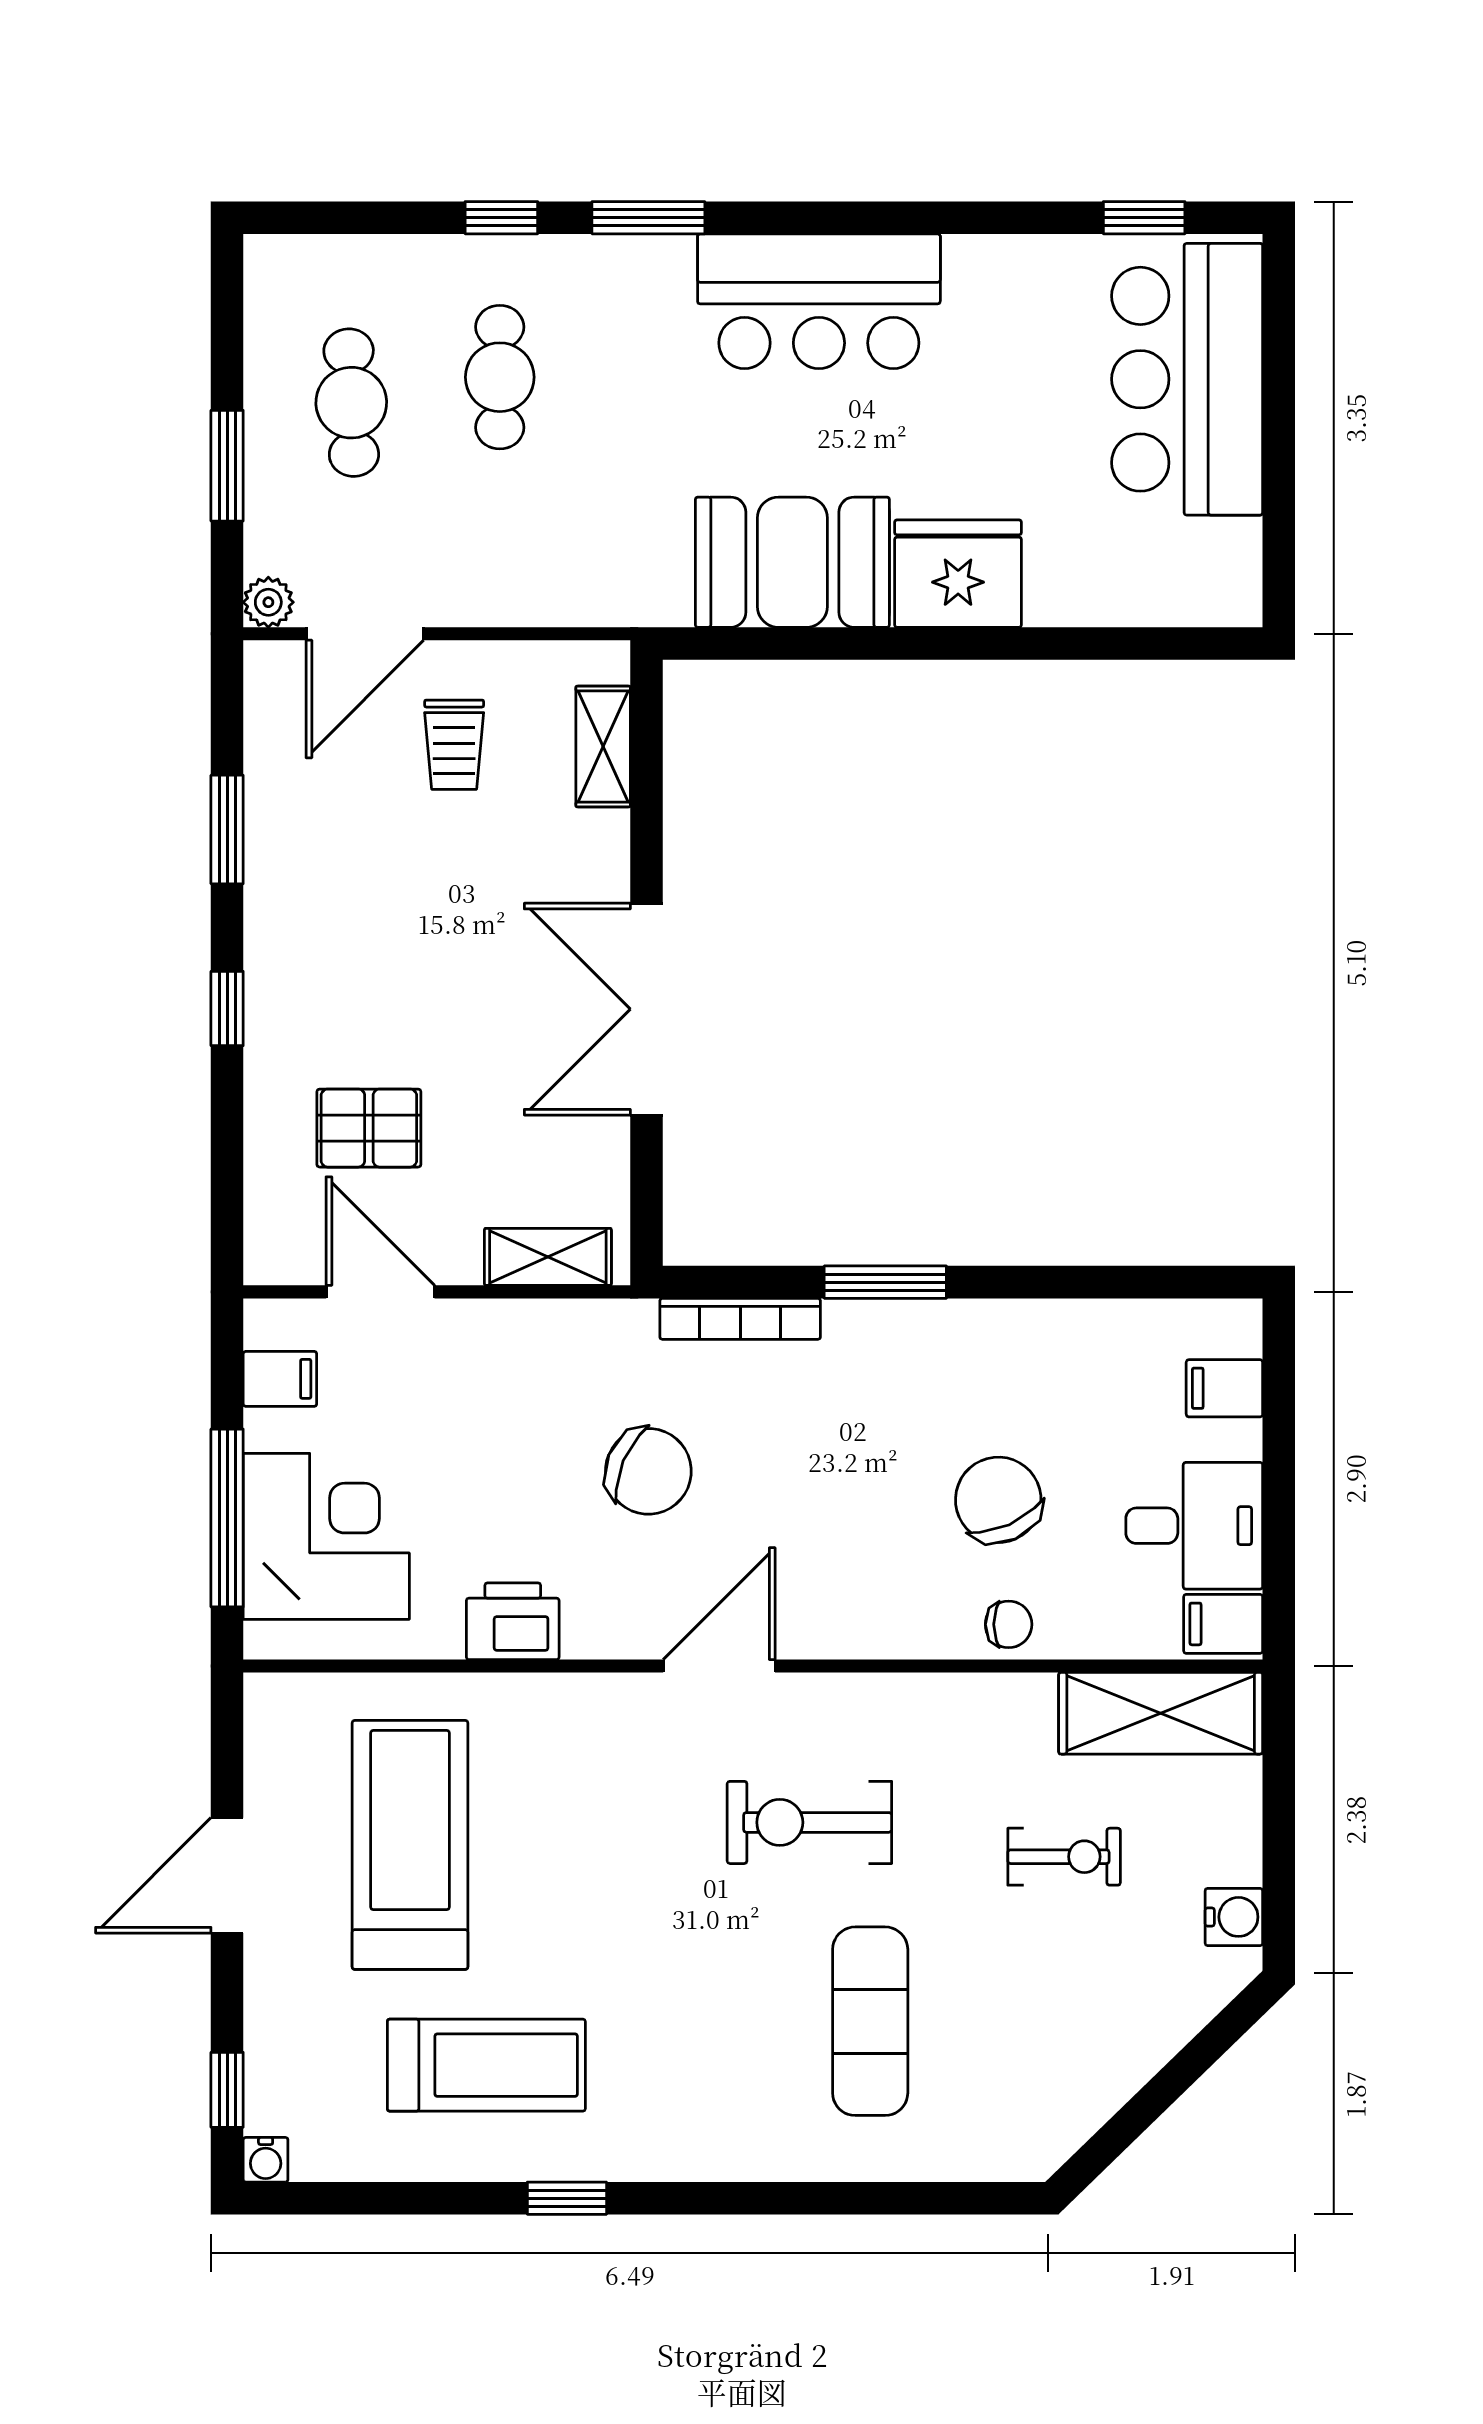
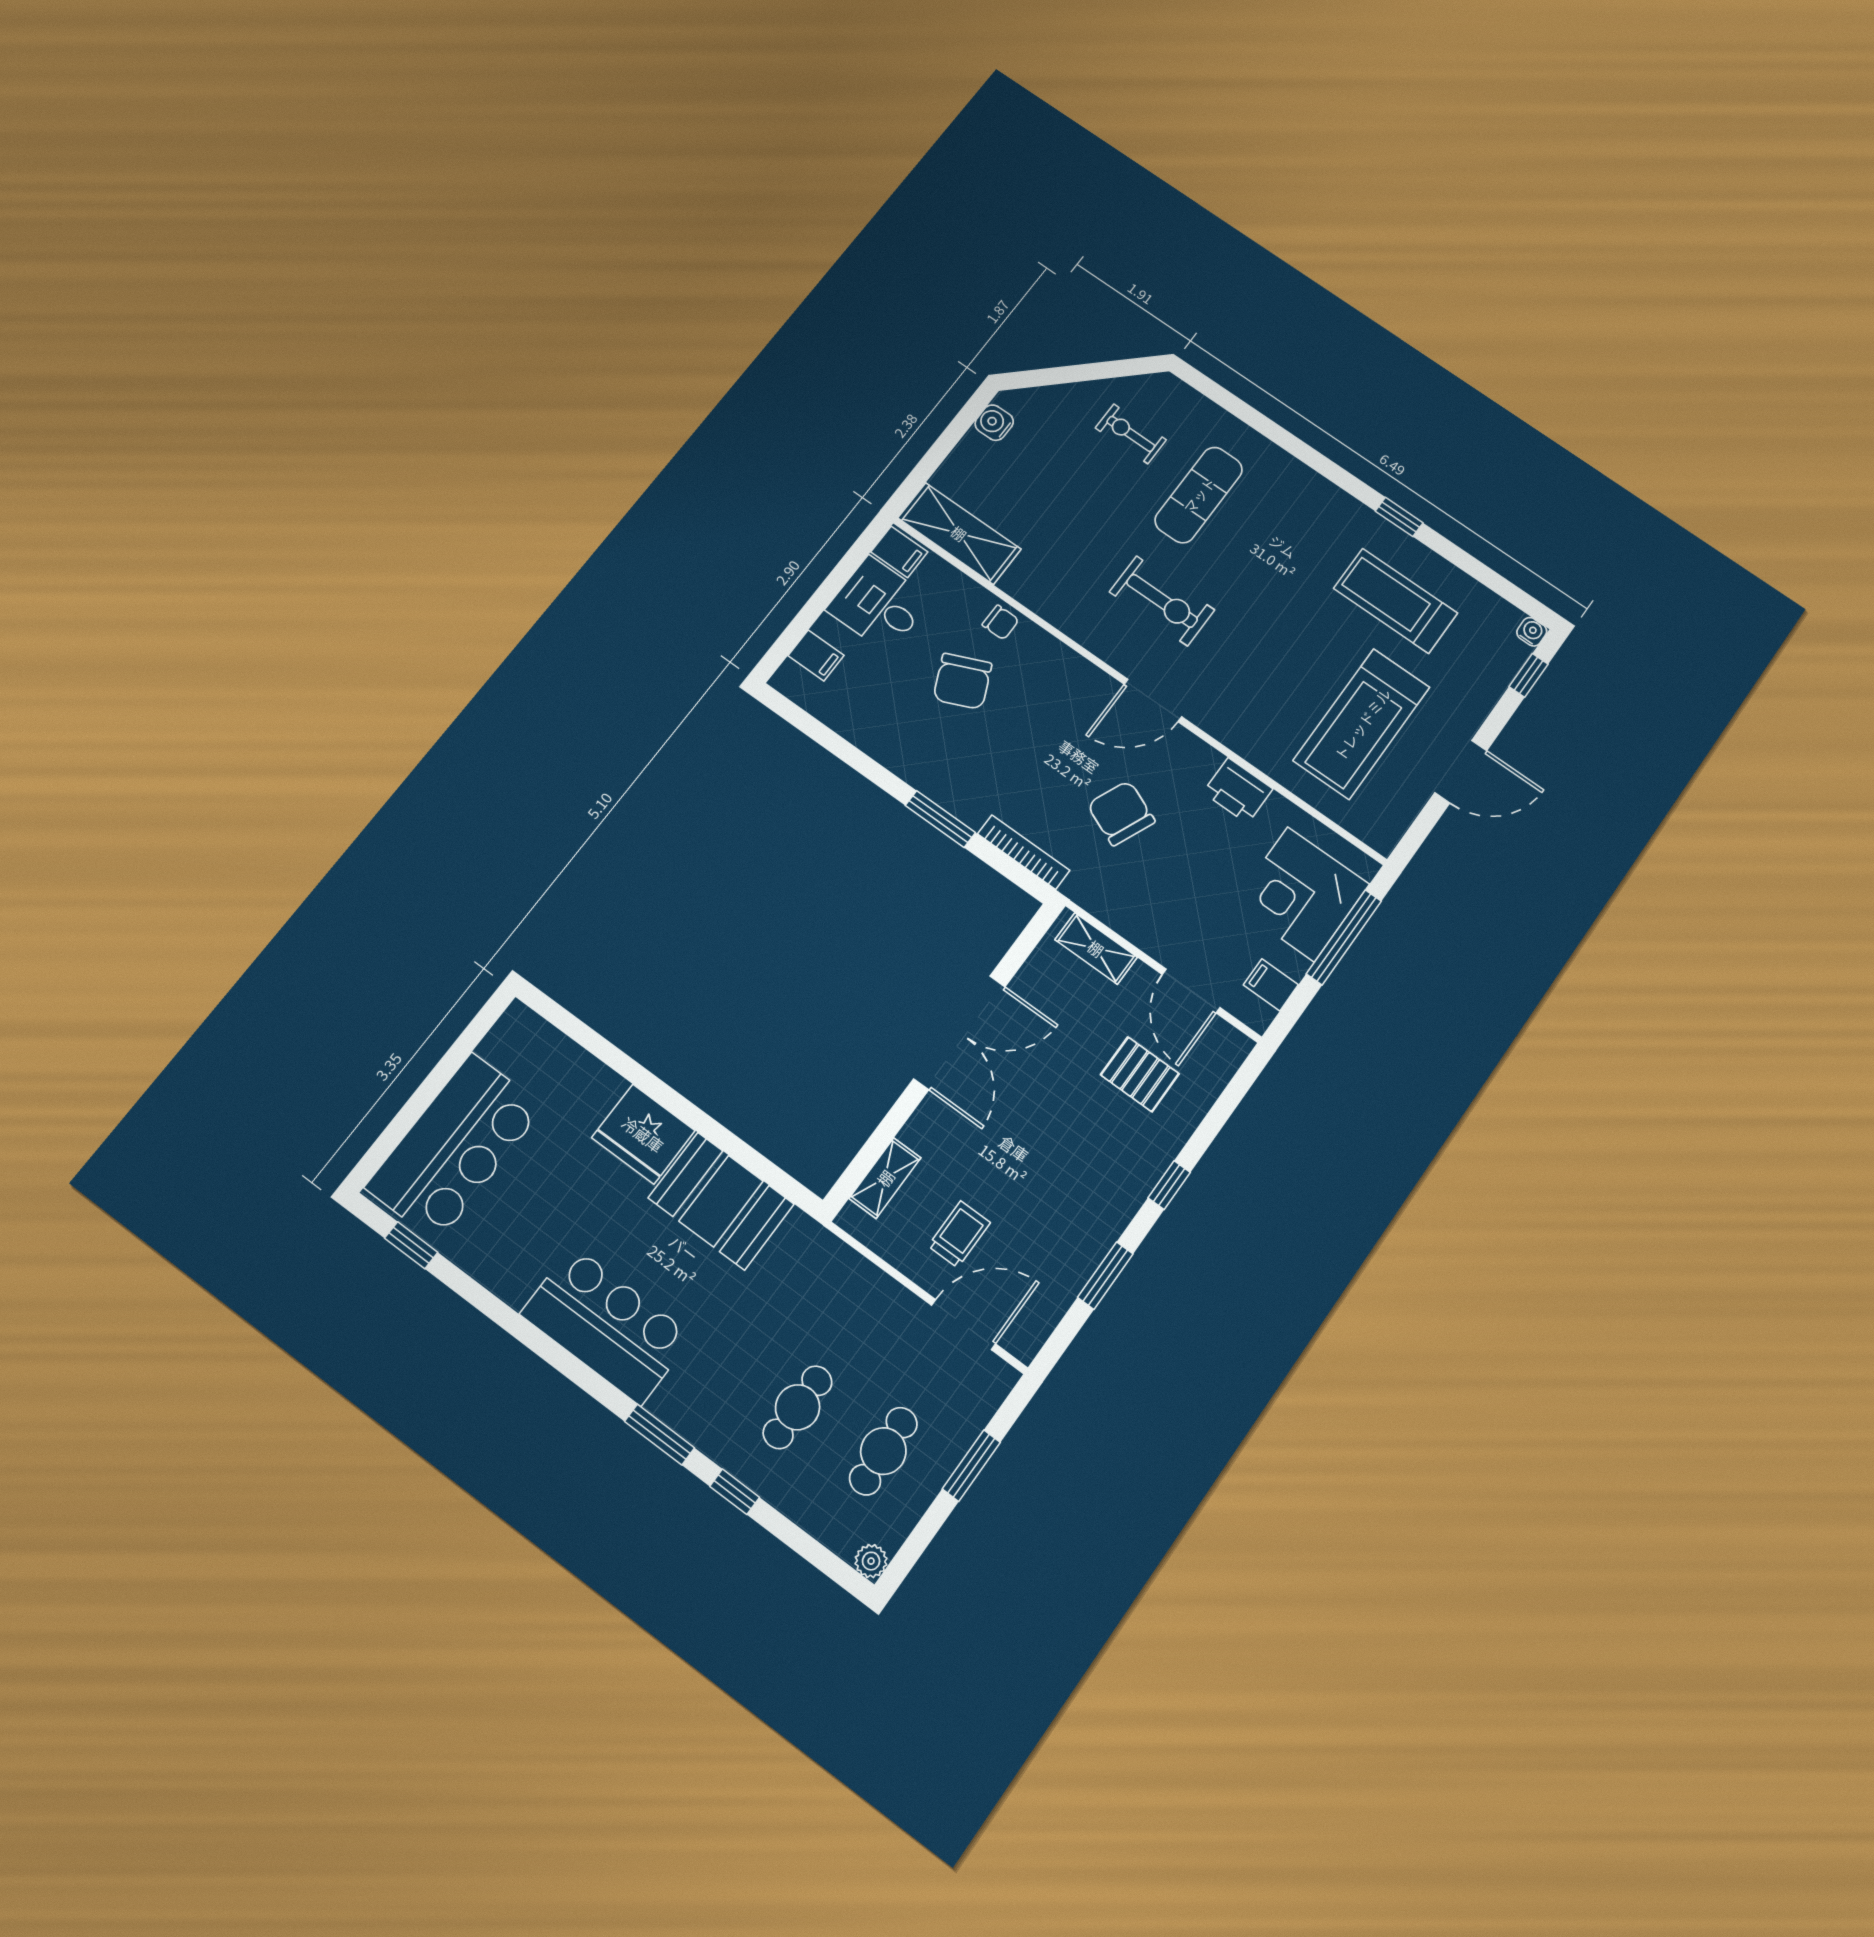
plant: (268, 602) -> (871, 1561), moved
chair: (1009, 1624) -> (1001, 622), turned 180
exercise bike: (1064, 1857) -> (1131, 434), moved

